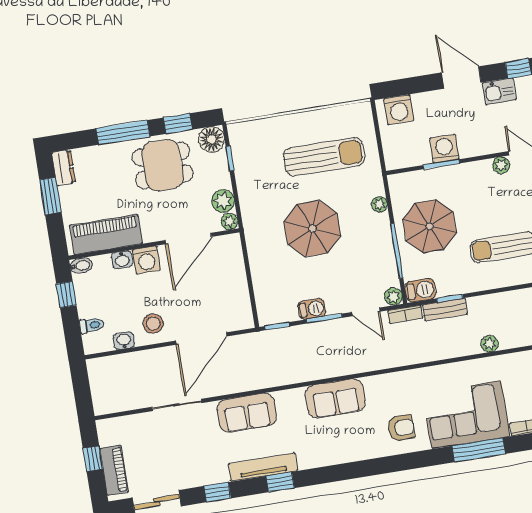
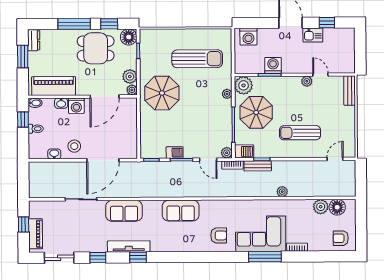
plant: (403, 187) -> (244, 85), added
parasol: (312, 229) -> (162, 93), moved
toilet: (92, 325) -> (36, 129), moved

